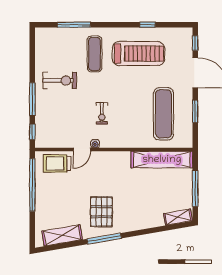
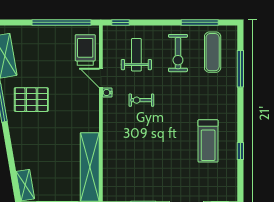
exercise mat: (94, 54) -> (213, 52), moved, turned 90
treadmill: (138, 54) -> (208, 141), width x0.73, depth x0.73
window: (32, 99) -> (200, 22), moved
exercise mat: (163, 114) -> (141, 169), removed
weight bench: (61, 118) -> (136, 55), added

